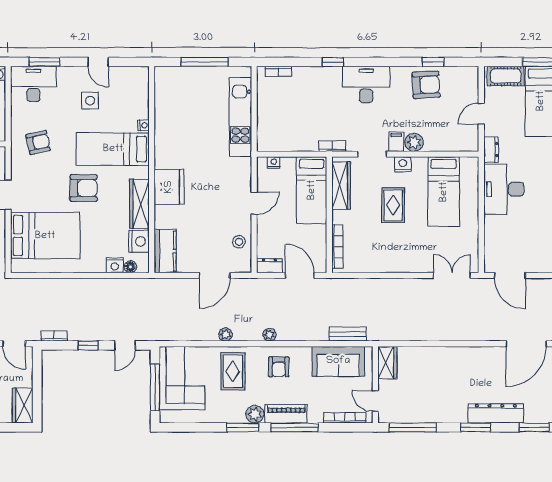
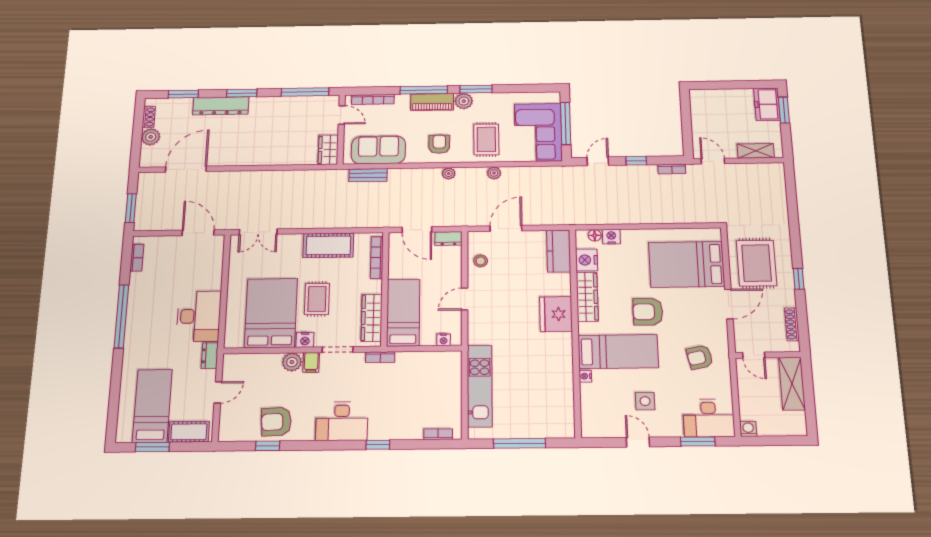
bed: (444, 192) -> (271, 313), width x1.50
cot: (384, 260) -> (328, 245), added
wardrobe: (23, 405) -> (700, 105), removed

